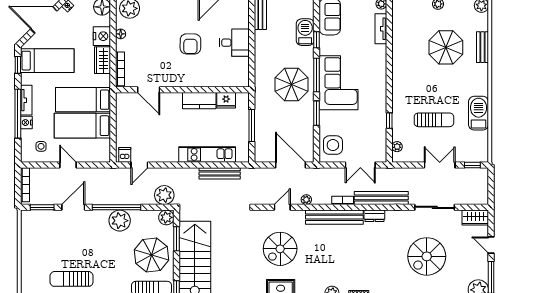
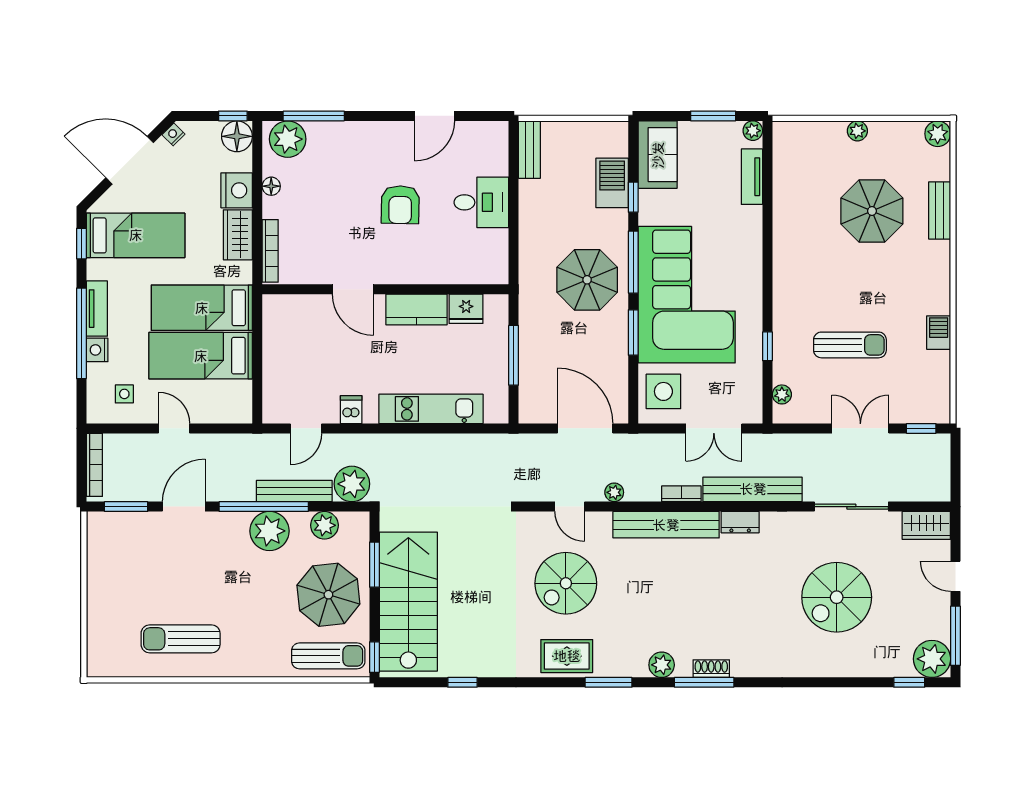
corner sofa: (339, 83) -> (687, 295), width x1.36, depth x1.36
door: (149, 90) -> (353, 289), moved
barbecue: (479, 113) -> (939, 333), width x0.53, depth x0.65
dishwasher: (125, 155) -> (351, 410), moved
bench: (220, 173) -> (294, 491), moved
door: (282, 207) -> (570, 507), swing flipped
plant: (166, 217) -> (324, 525), moved

